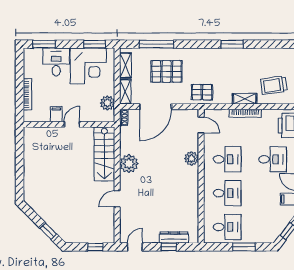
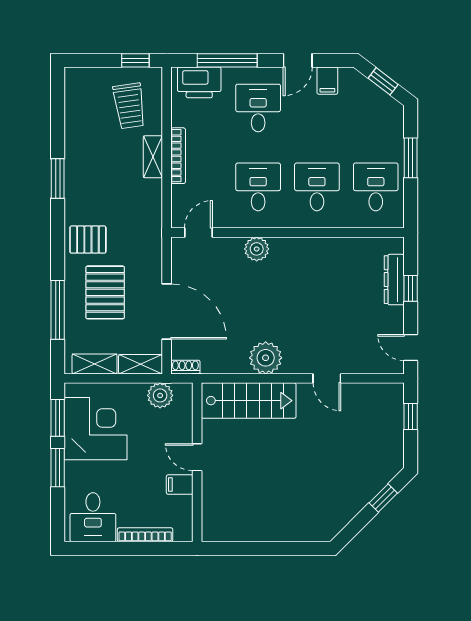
window: (44, 44) -> (58, 468), moved
desk: (56, 62) -> (93, 517), moved, turned -90
pallet: (202, 92) -> (88, 240), moved, turned 90

